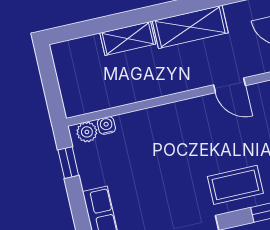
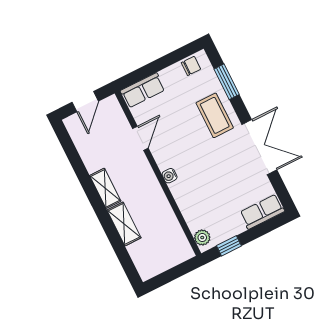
shelving: (190, 27) -> (105, 188), width x0.67, depth x0.75
water cooler: (106, 125) -> (170, 176), moved

